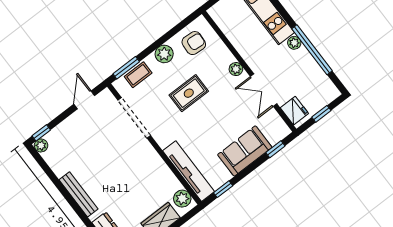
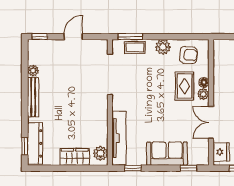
floor lamp: (228, 58) -> (204, 82), added
rug: (189, 93) -> (185, 86), moved, turned 90
door: (84, 100) -> (73, 37), moved
plant: (41, 145) -> (33, 70), moved

